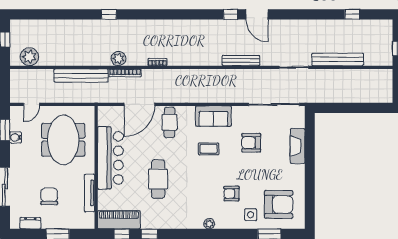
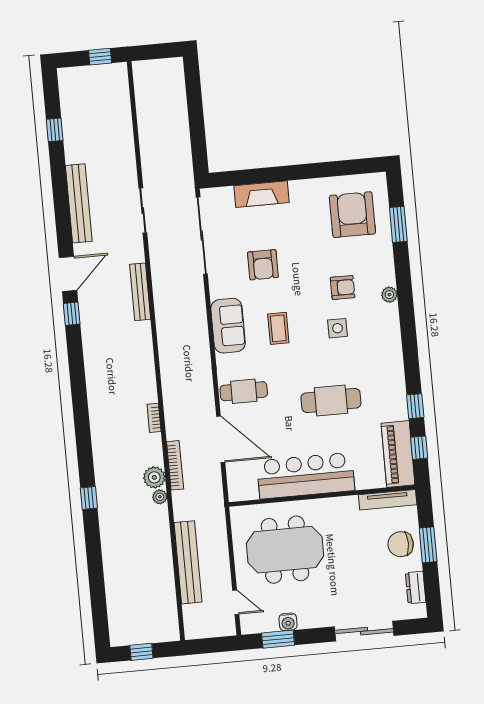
plant: (29, 57) -> (160, 497), moved, width x0.53, depth x0.53
bench: (338, 59) -> (79, 203), moved
bench: (81, 75) -> (188, 562), moved
tv unit: (90, 193) -> (388, 500), moved
armchair: (231, 194) -> (343, 288), turned -90
chair: (49, 196) -> (401, 544), moved
side table: (251, 215) -> (337, 328), moved
plant: (209, 224) -> (389, 295), moved

